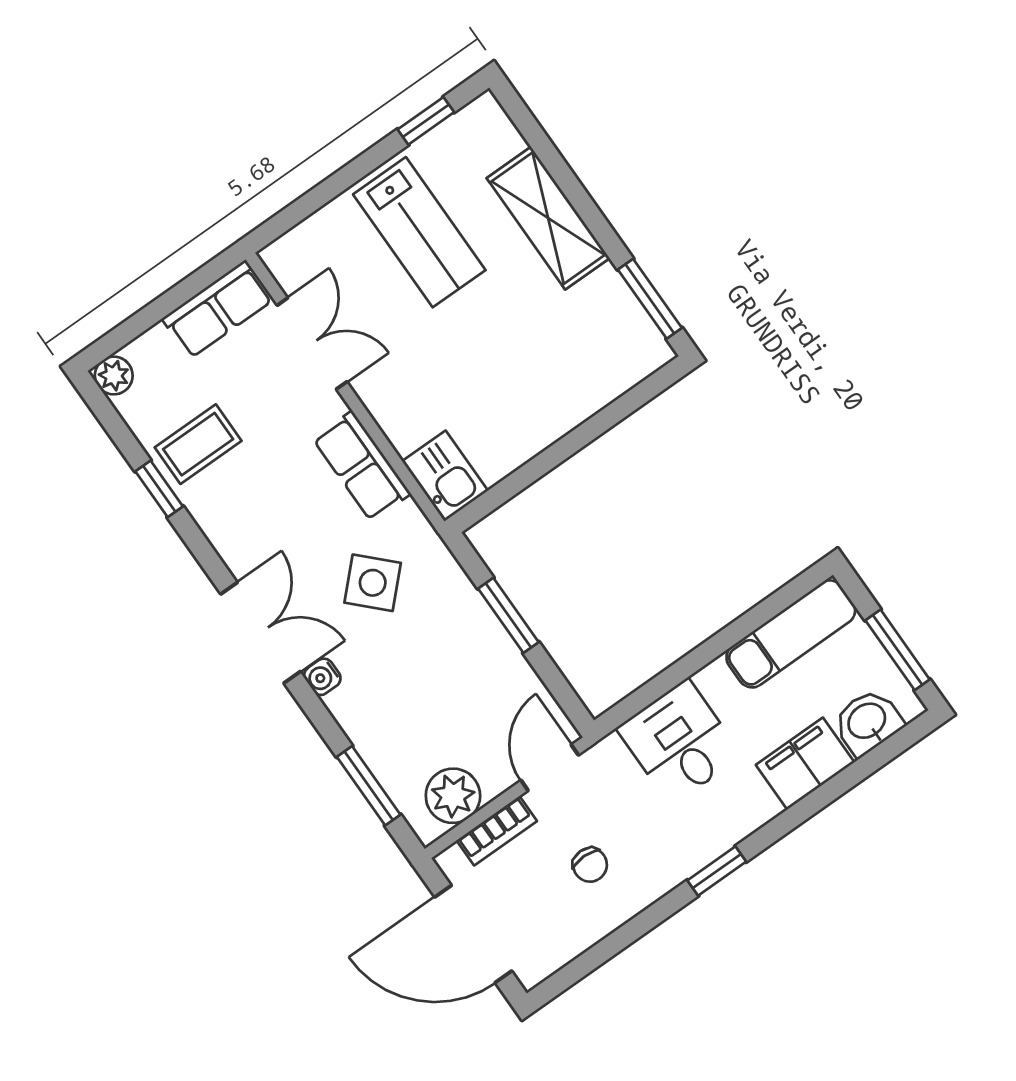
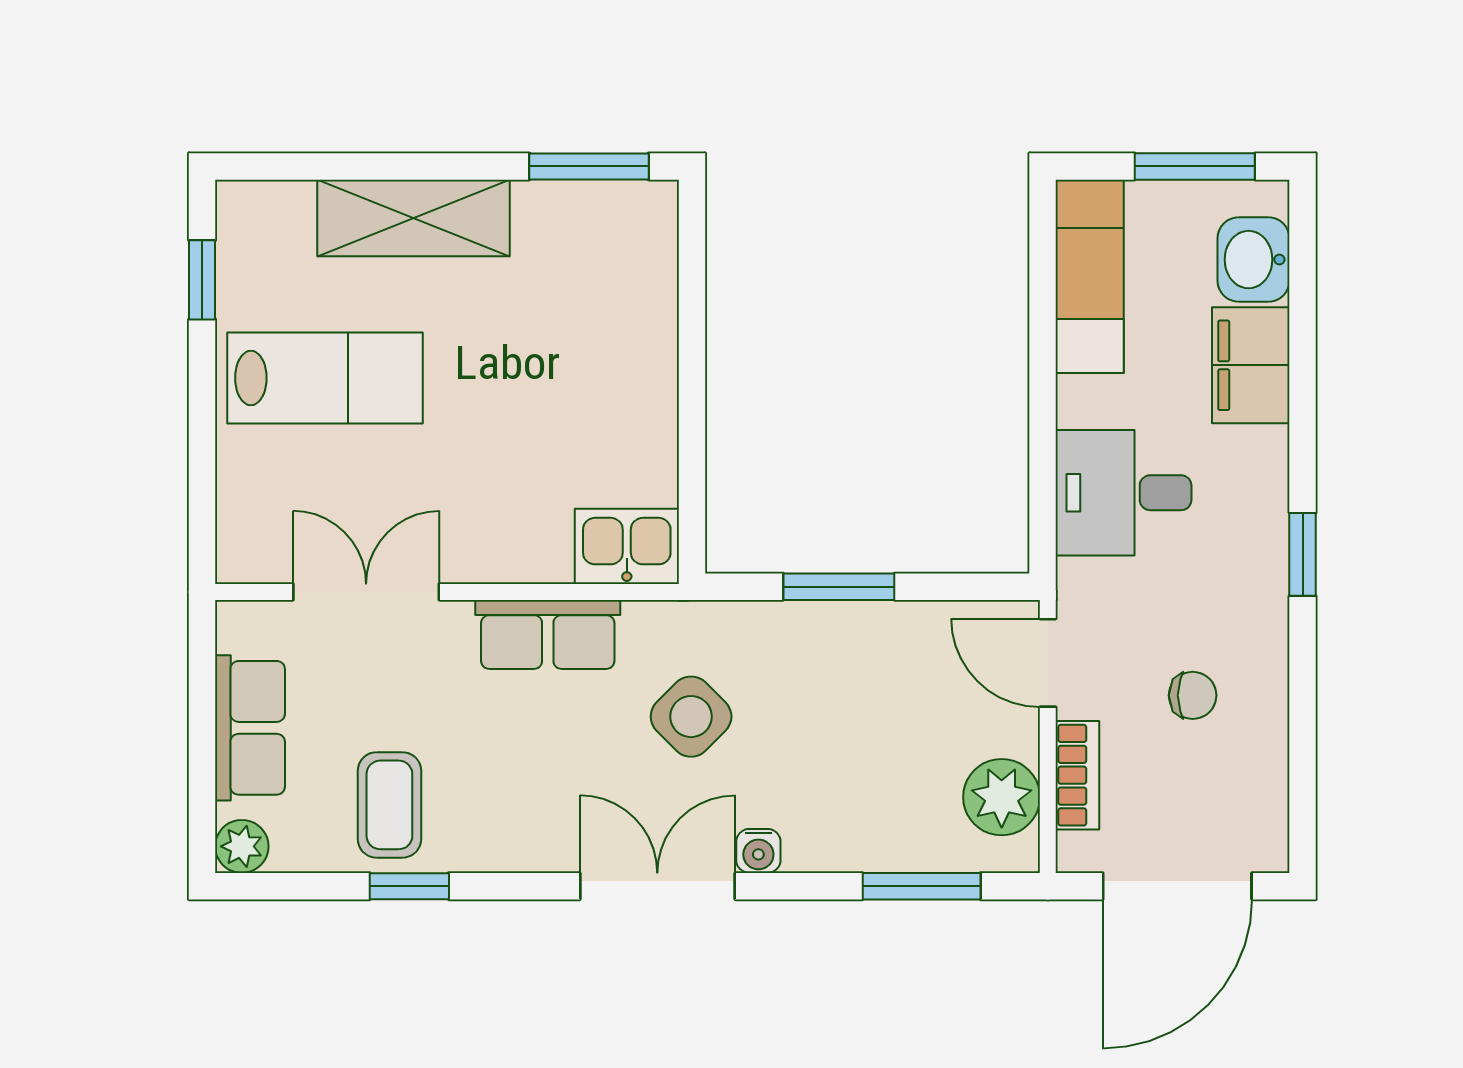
row of seats: (218, 309) -> (250, 728), moved

